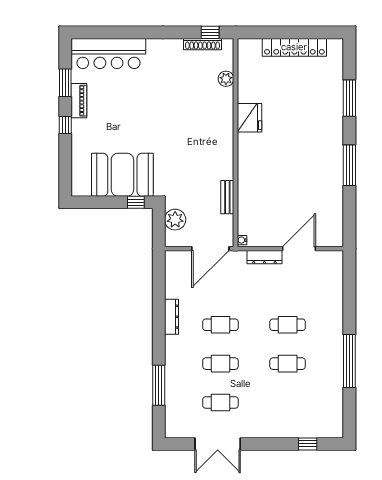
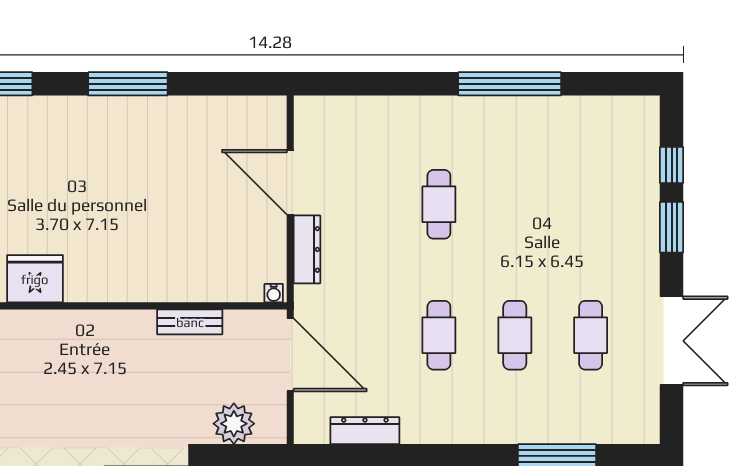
dresser: (172, 317) -> (365, 431), moved
cafe table: (288, 364) -> (515, 204), removed
window: (276, 444) -> (672, 227), added

